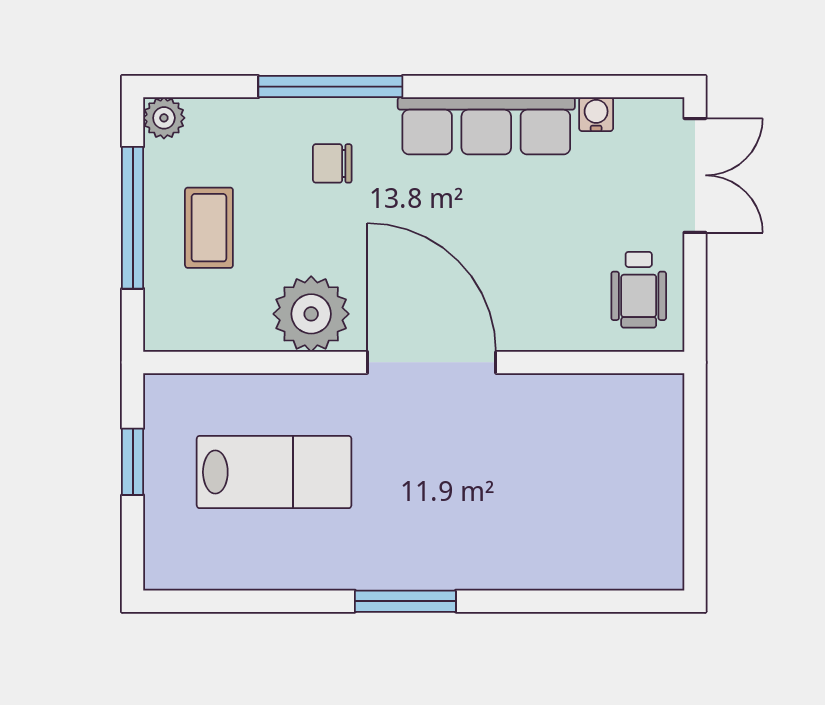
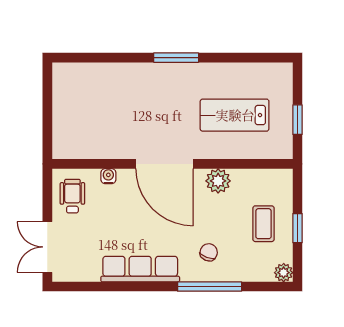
water cooler: (596, 114) -> (108, 176), moved, turned 180
chair: (332, 163) -> (209, 252), turned -69
window: (133, 218) -> (297, 228), width x0.46
plant: (311, 314) -> (218, 181), width x0.73, depth x0.73

